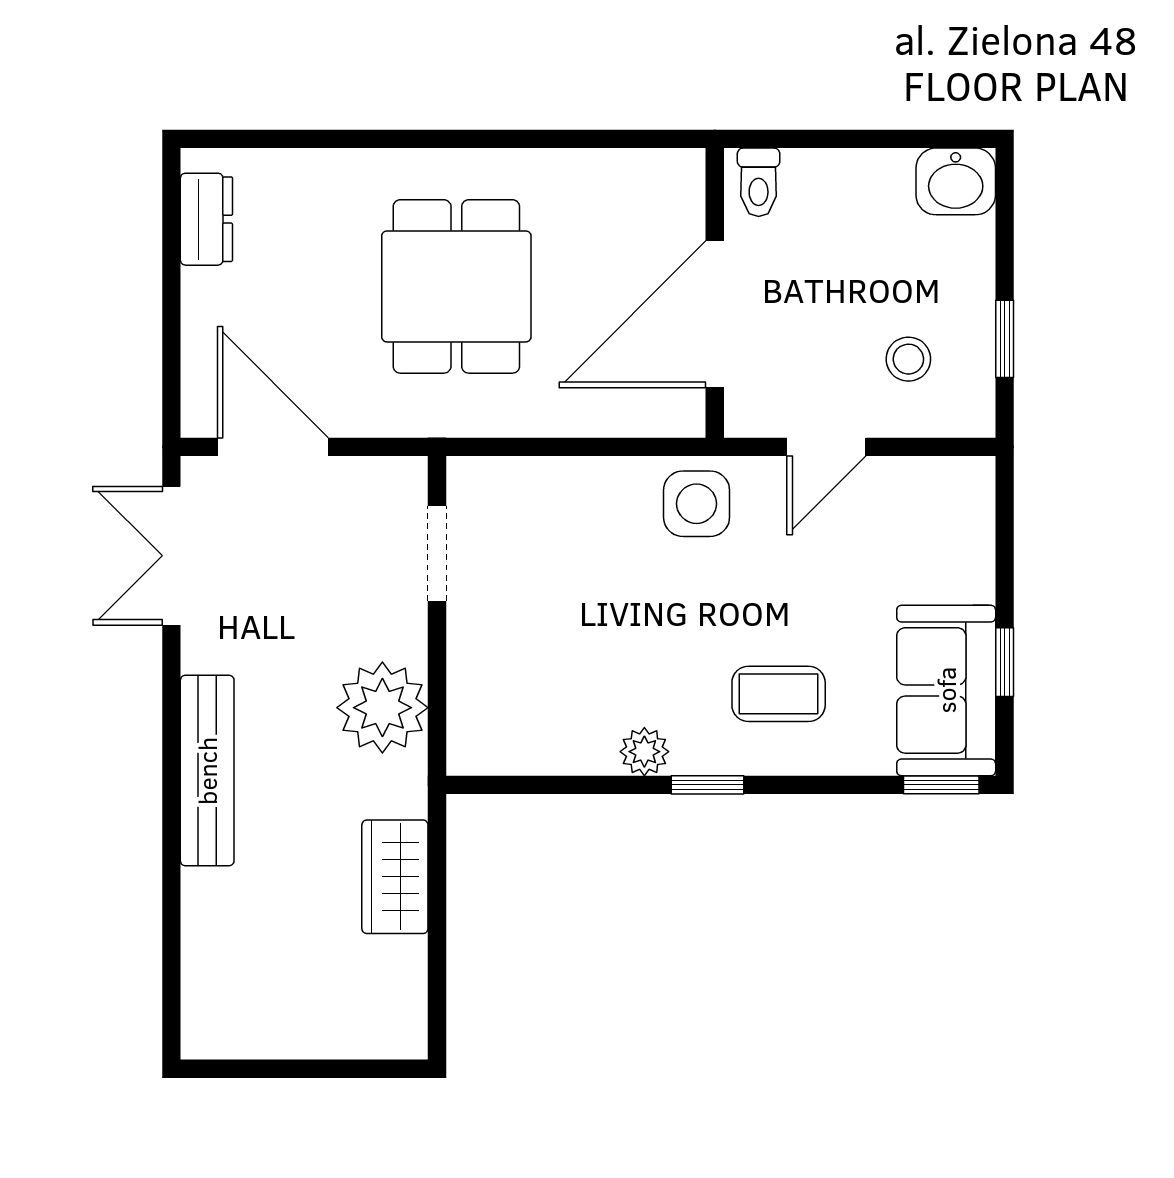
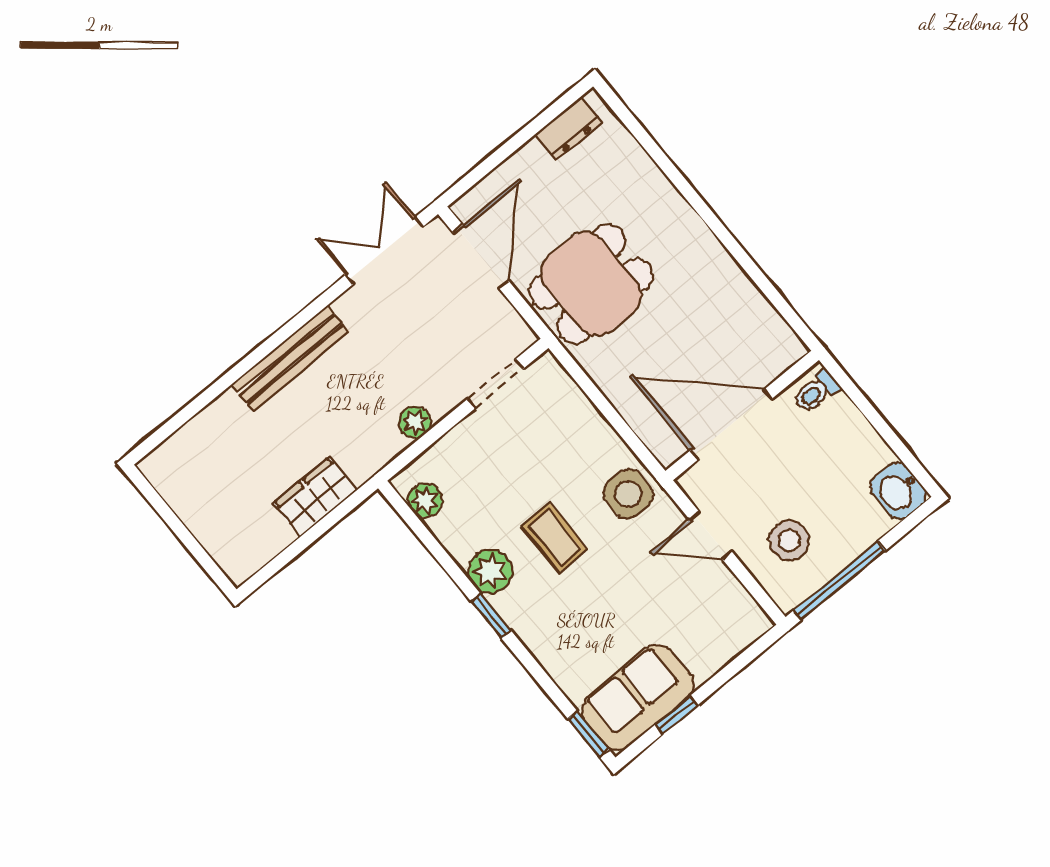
dining table: (456, 286) -> (591, 284), moved
window: (1005, 339) -> (839, 581), width x2.17
stool: (908, 359) -> (789, 541), width x1.37, depth x1.37
coffee table: (779, 694) -> (555, 537), moved
plant: (382, 708) -> (415, 422), width x0.53, depth x0.53
plant: (506, 750) -> (425, 500), added
plant: (644, 752) -> (490, 571), width x1.38, depth x1.38

